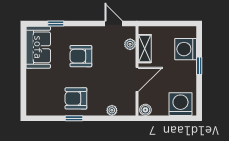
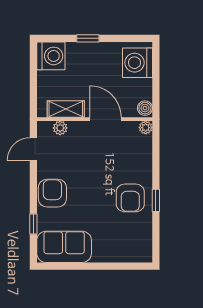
washing machine: (186, 49) -> (51, 56), moved, turned -90
armchair: (81, 56) -> (52, 193), moved, turned 180
plant: (112, 110) -> (146, 128), moved

